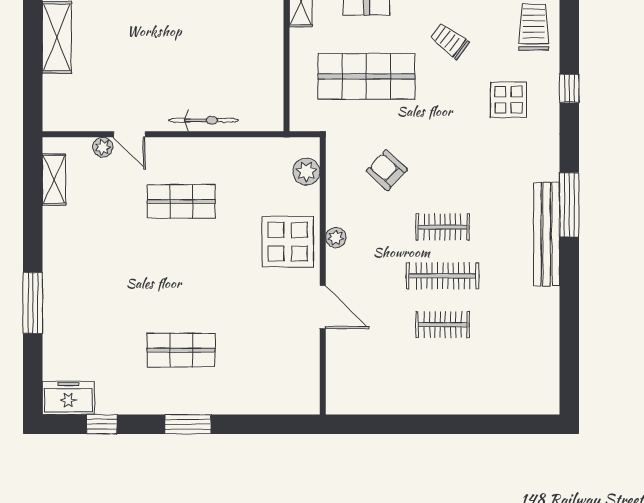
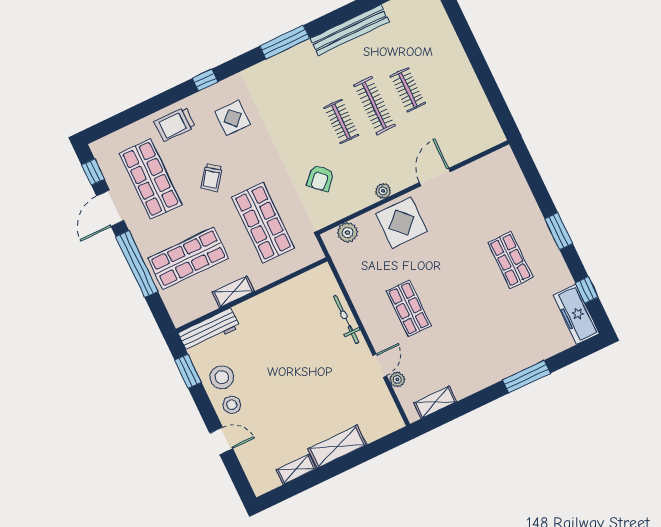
bench: (547, 234) -> (350, 30), moved
freezer: (68, 398) -> (576, 314), width x1.40

